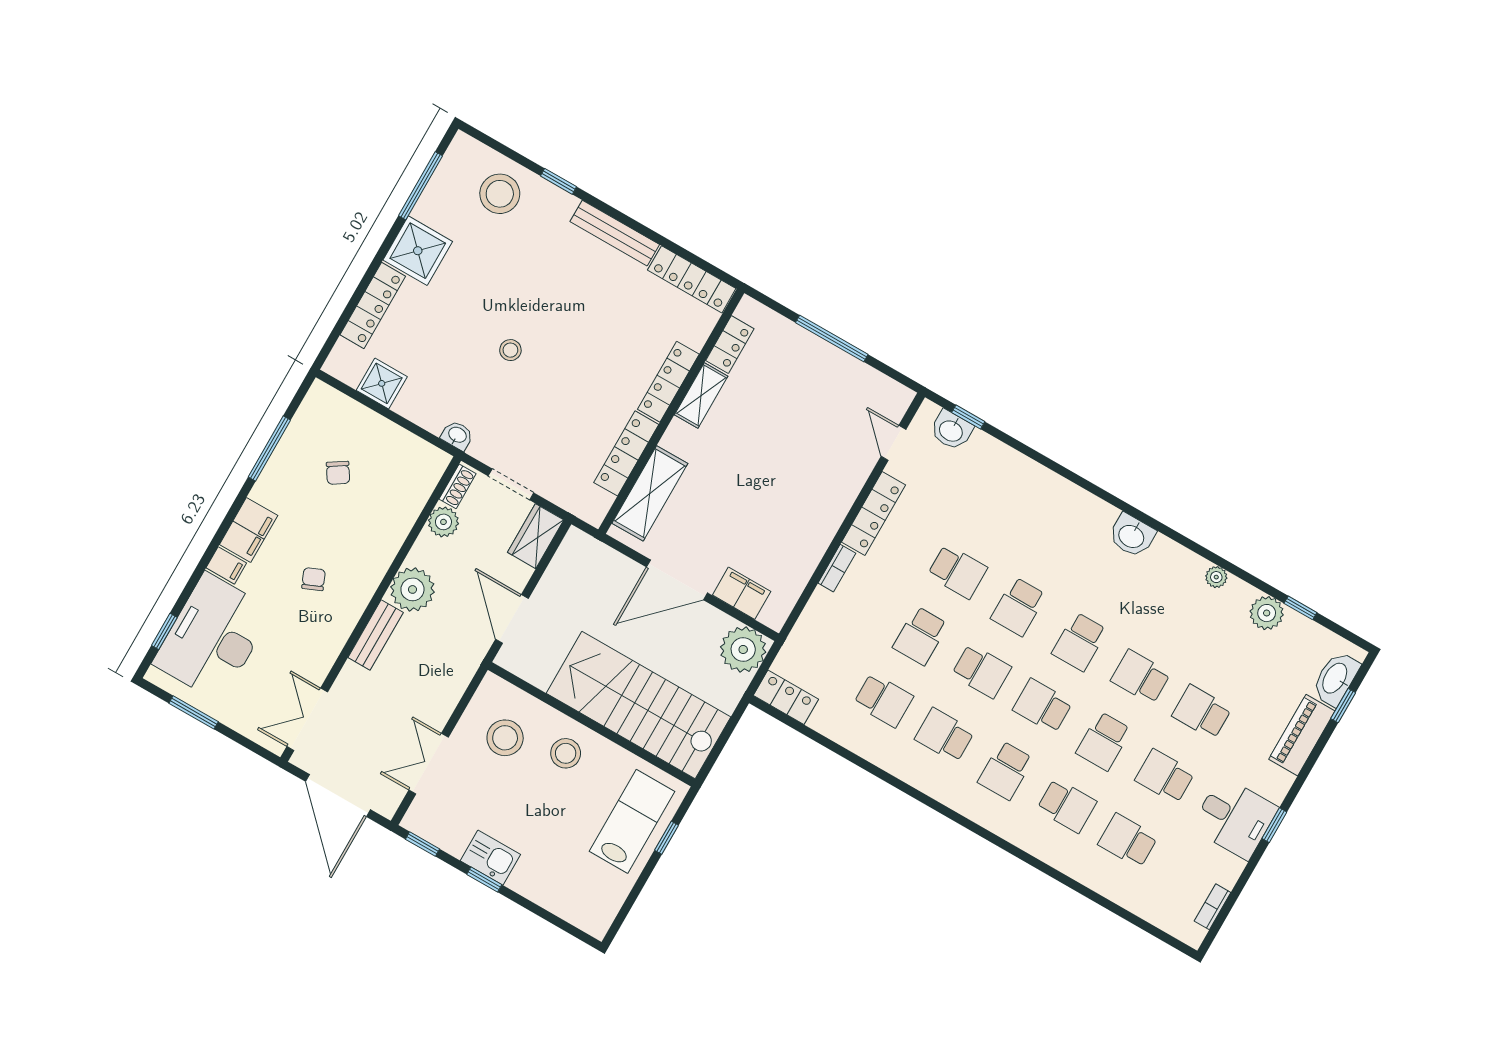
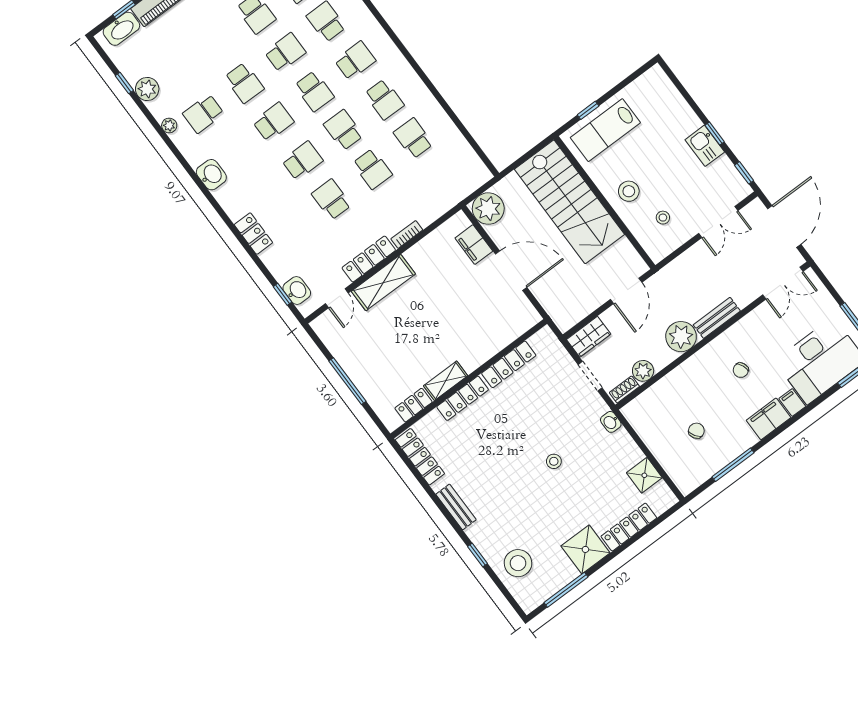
bench: (615, 233) -> (456, 507), width x0.73
shelving: (650, 493) -> (383, 283), moved
school desk: (920, 636) -> (372, 169), turned 90
locker: (786, 697) -> (253, 234), moved, turned 180
school desk: (1202, 712) -> (203, 114), moved, turned 90
stool: (505, 738) -> (663, 218), width x0.53, depth x0.53

